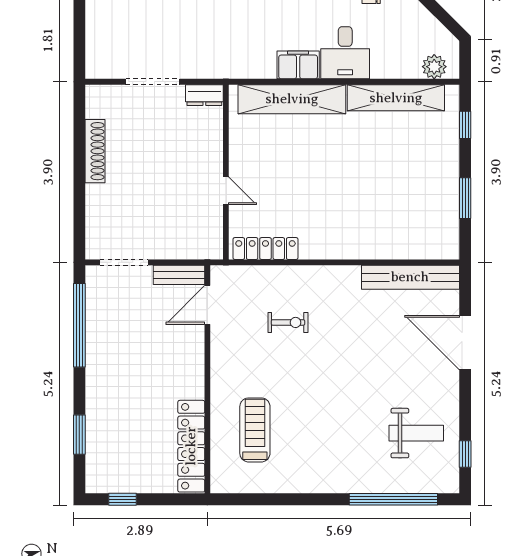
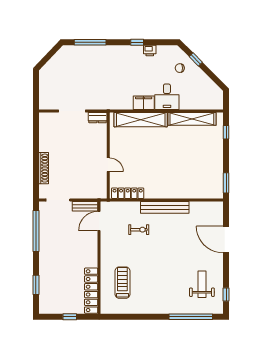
plant: (434, 67) -> (211, 104), removed
shoe rack: (95, 151) -> (44, 168), moved
window: (465, 198) -> (226, 183), moved
bench: (410, 277) -> (165, 207), moved
weight bench: (416, 433) -> (202, 284), turned -90
window: (123, 499) -> (70, 317), moved

